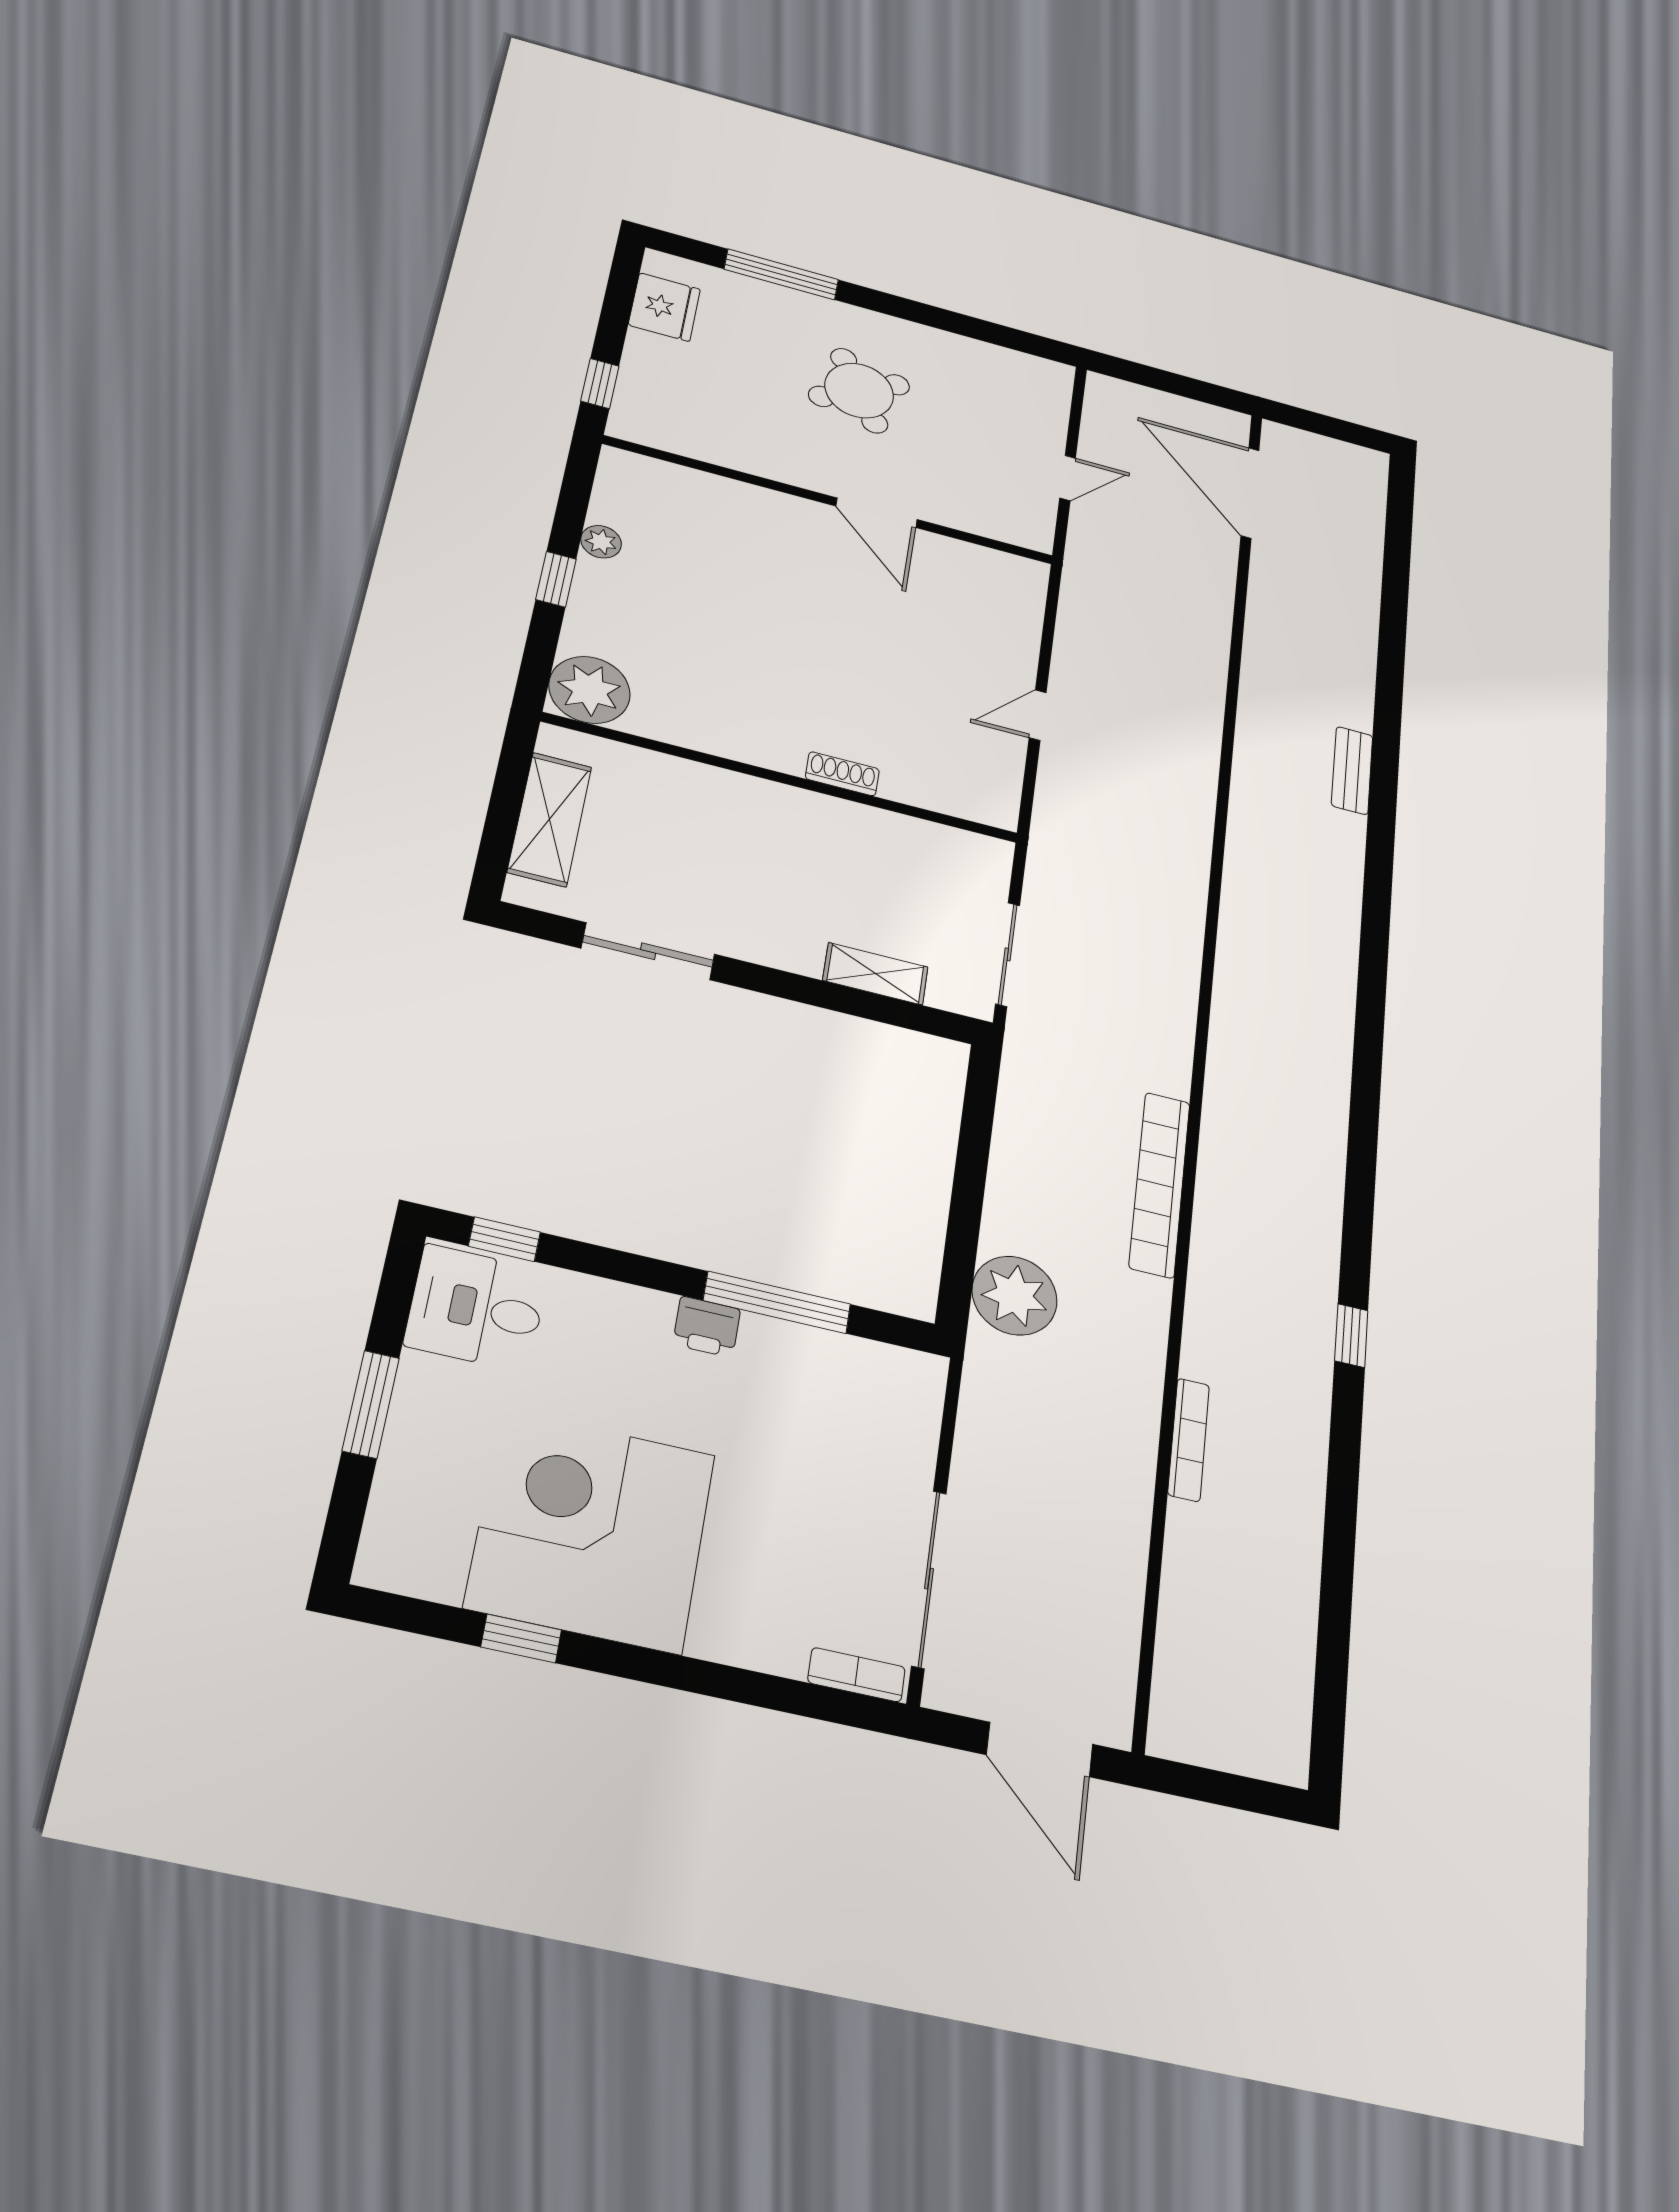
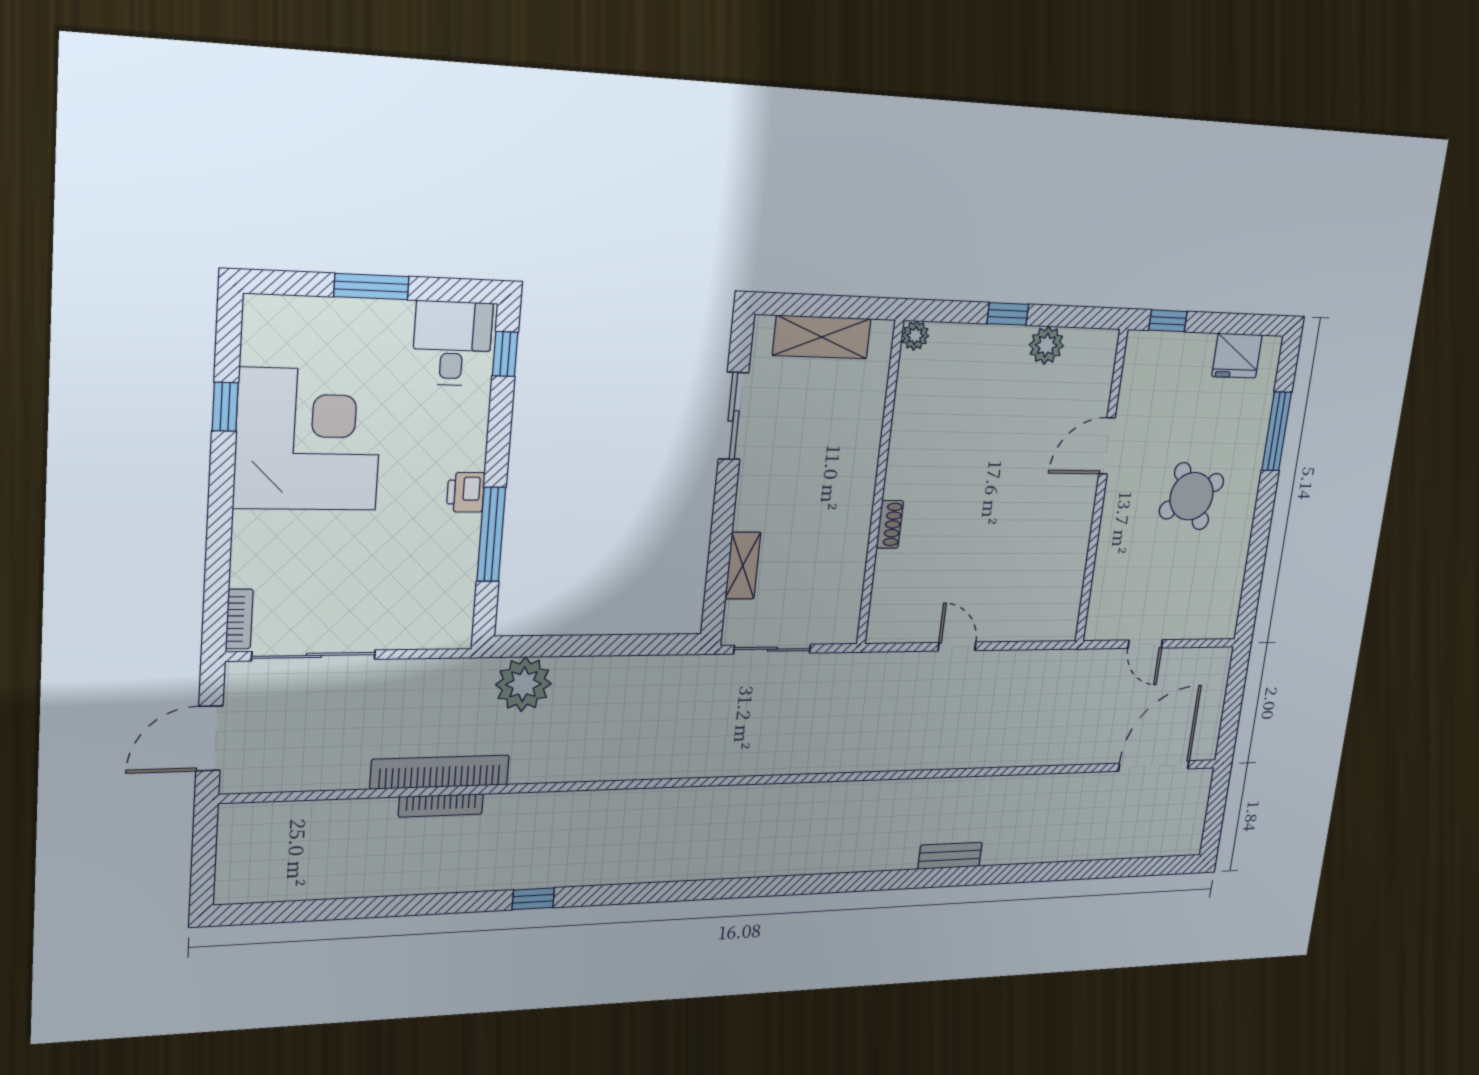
door: (877, 513) -> (1107, 446), moved
plant: (601, 542) -> (1046, 345), width x1.38, depth x1.38
plant: (589, 690) -> (915, 335), width x0.53, depth x0.53
bookcase: (1160, 1184) -> (440, 772), moved

